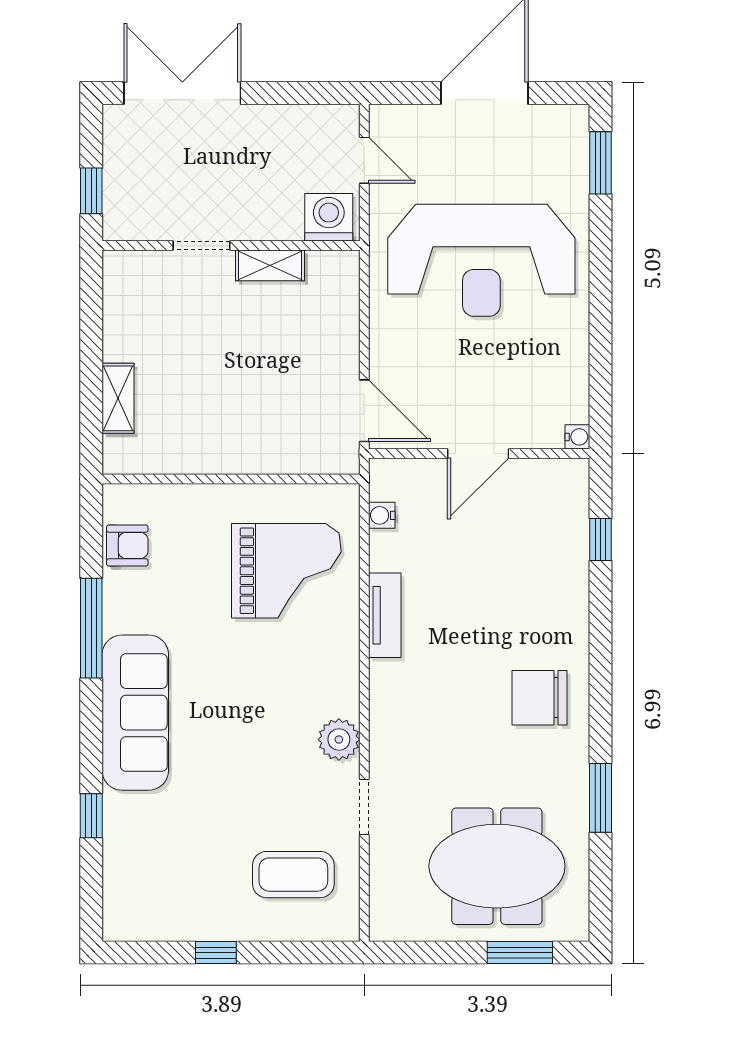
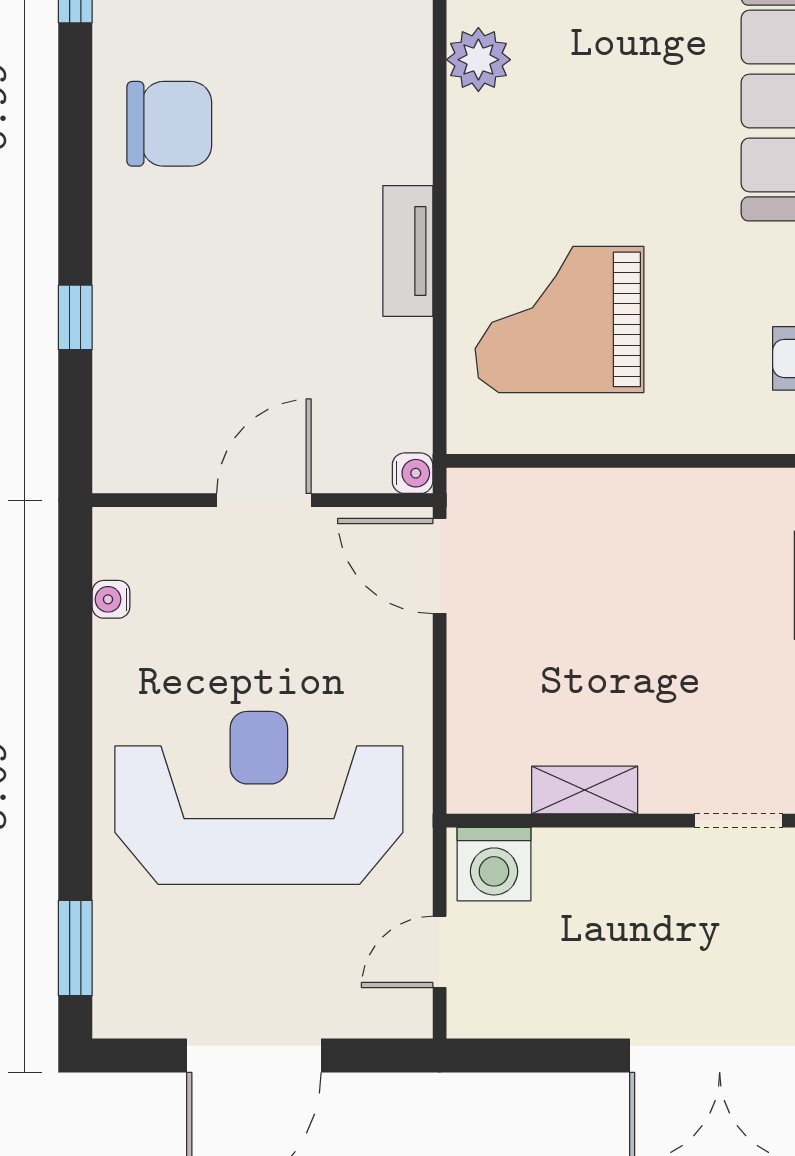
door: (364, 160) -> (440, 952), hinge flipped
doorway: (202, 246) -> (738, 821), moved
water cooler: (577, 437) -> (111, 599), moved
water cooler: (382, 515) -> (413, 473), moved
window: (601, 539) -> (75, 317), moved

